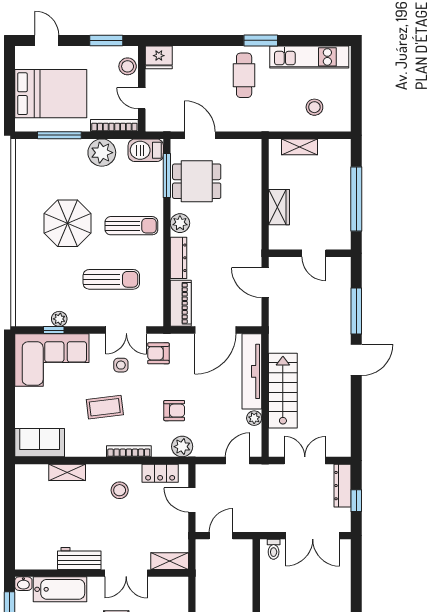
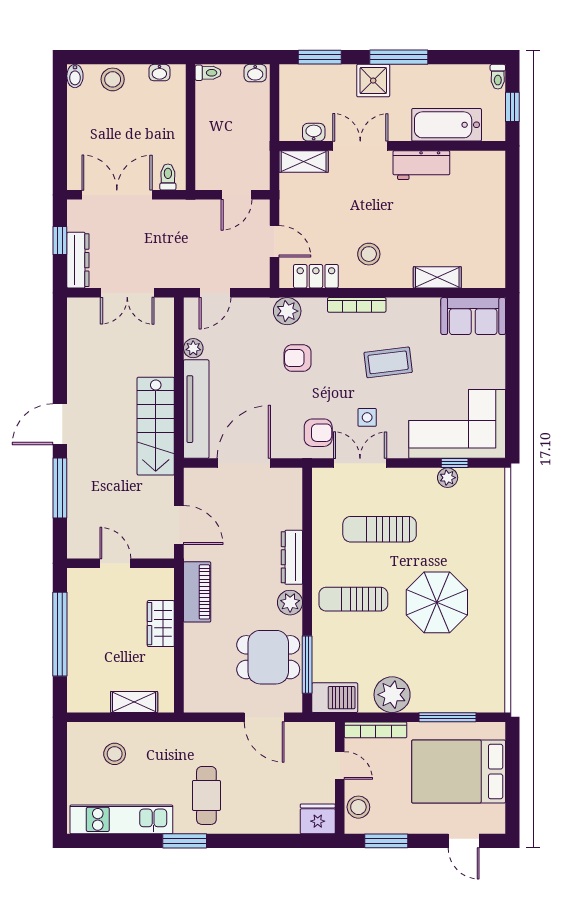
piano: (181, 303) -> (197, 592), moved, turned 180
stairs: (283, 391) -> (156, 426), moved
washbasin: (23, 584) -> (314, 132), moved

